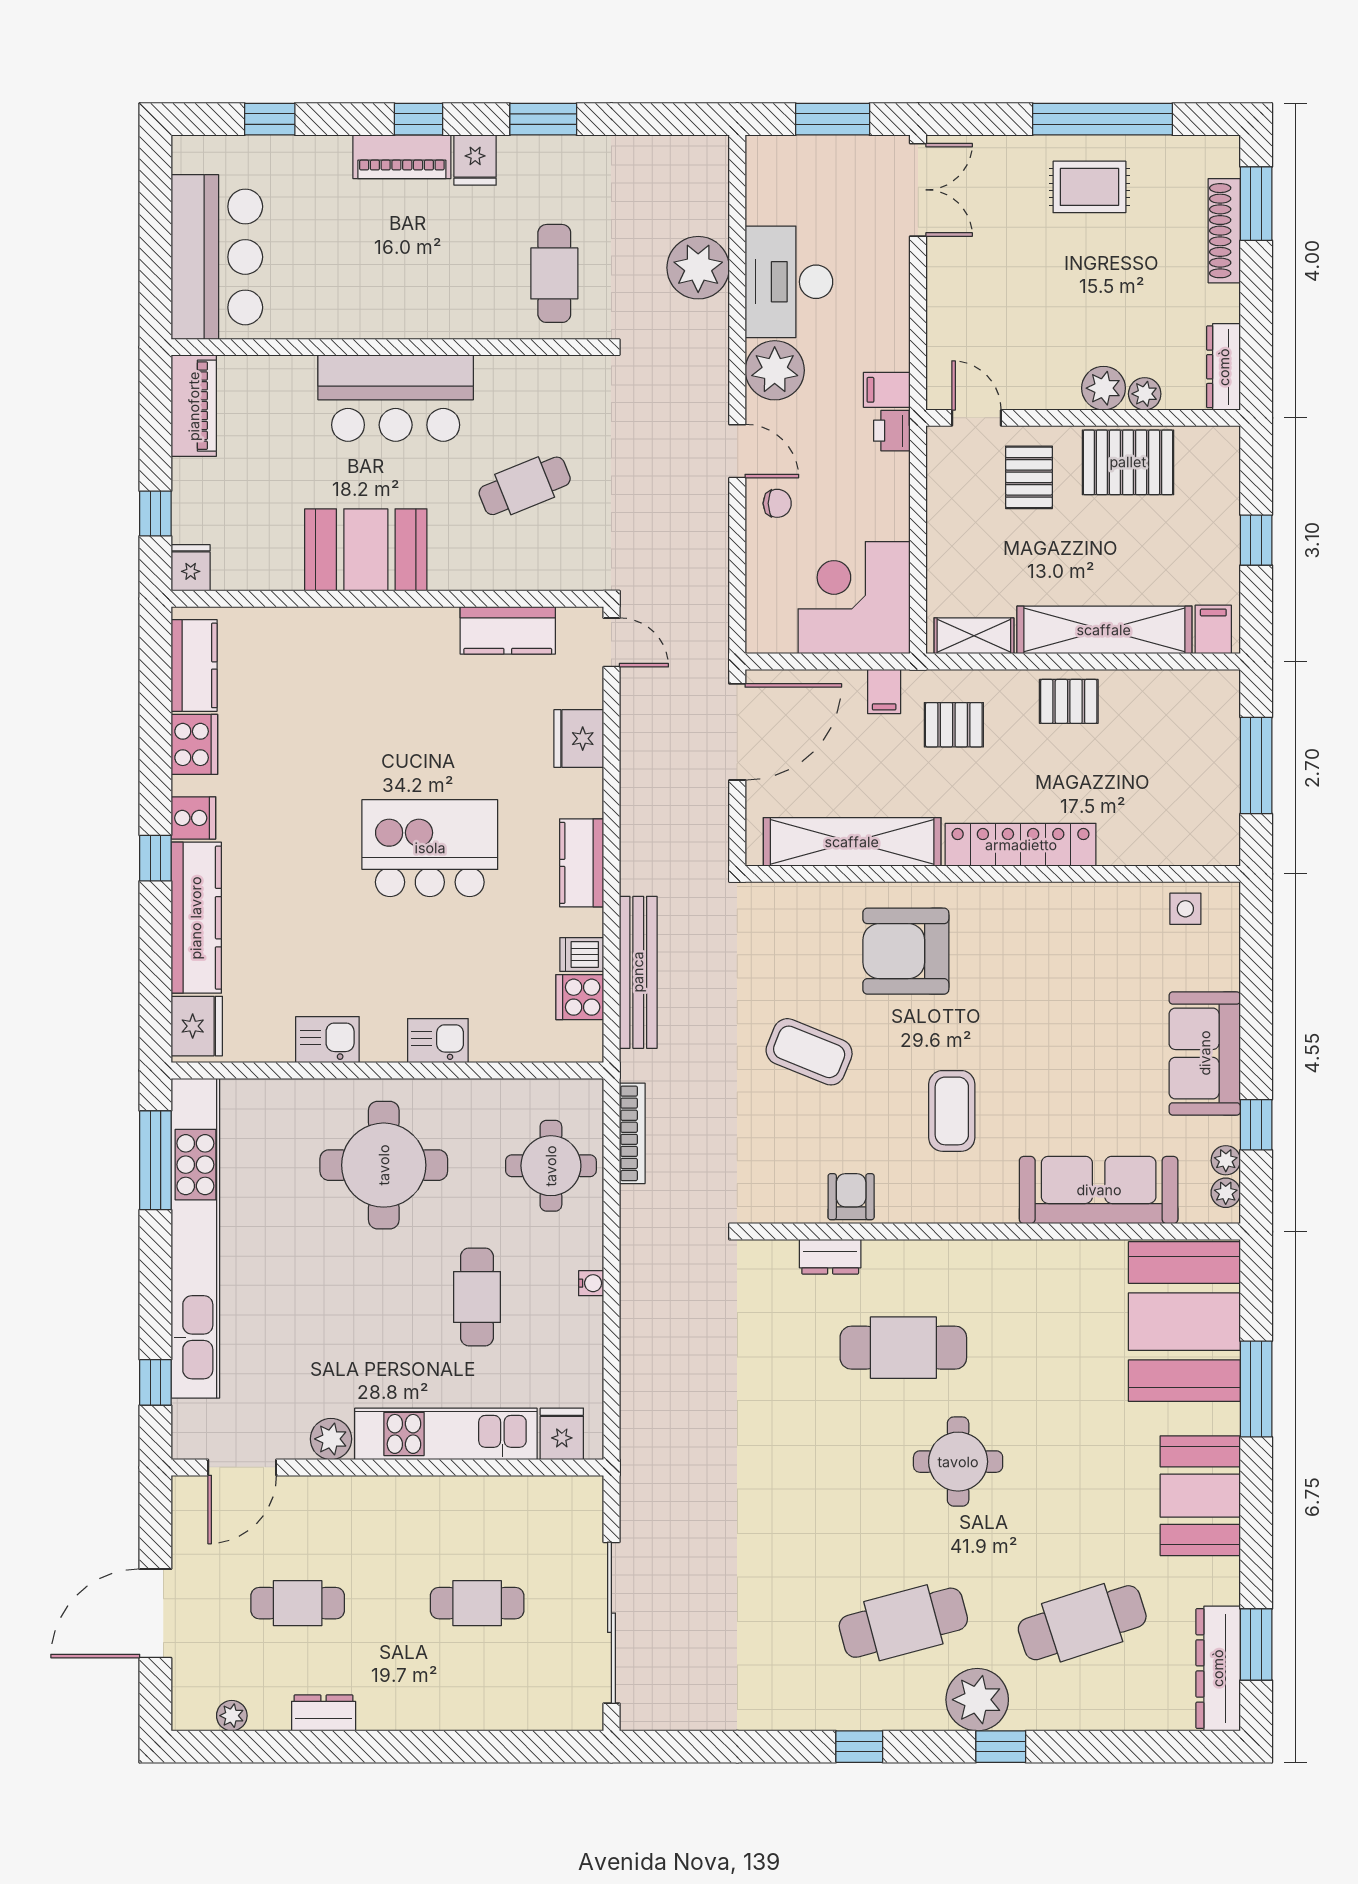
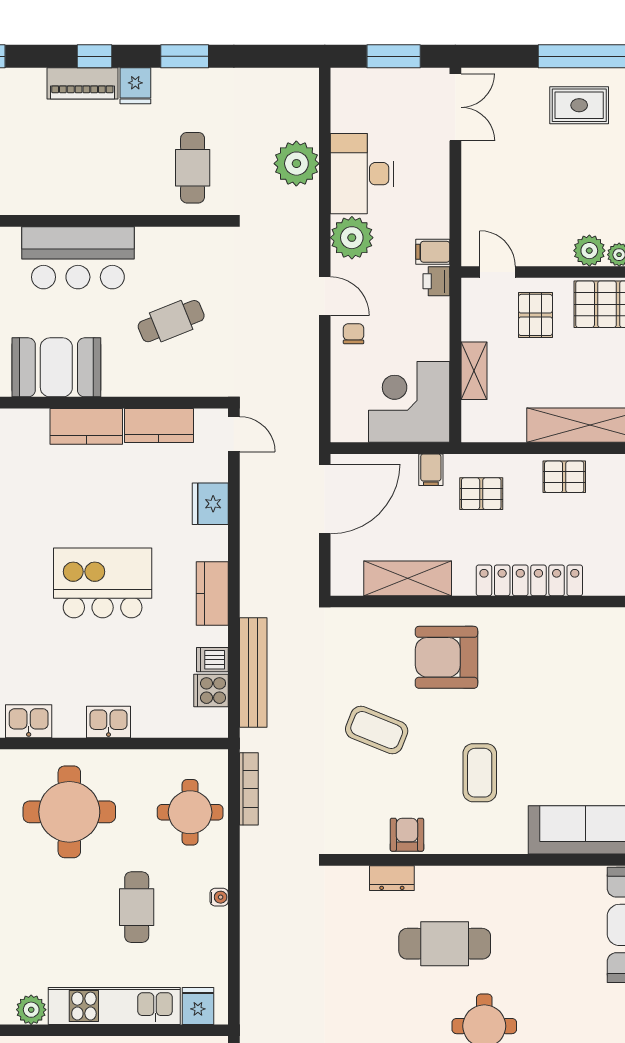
chair: (777, 503) -> (354, 334), turned -90
kitchen counter: (407, 632) -> (86, 426), added
shelving: (974, 636) -> (474, 371), moved, turned 90
shelving: (852, 842) -> (408, 578), width x0.68

